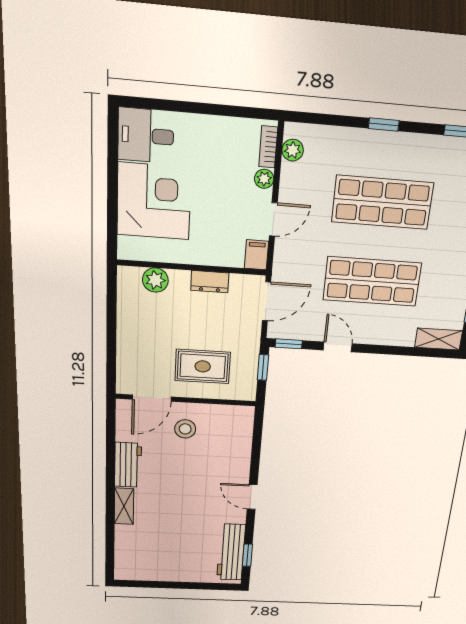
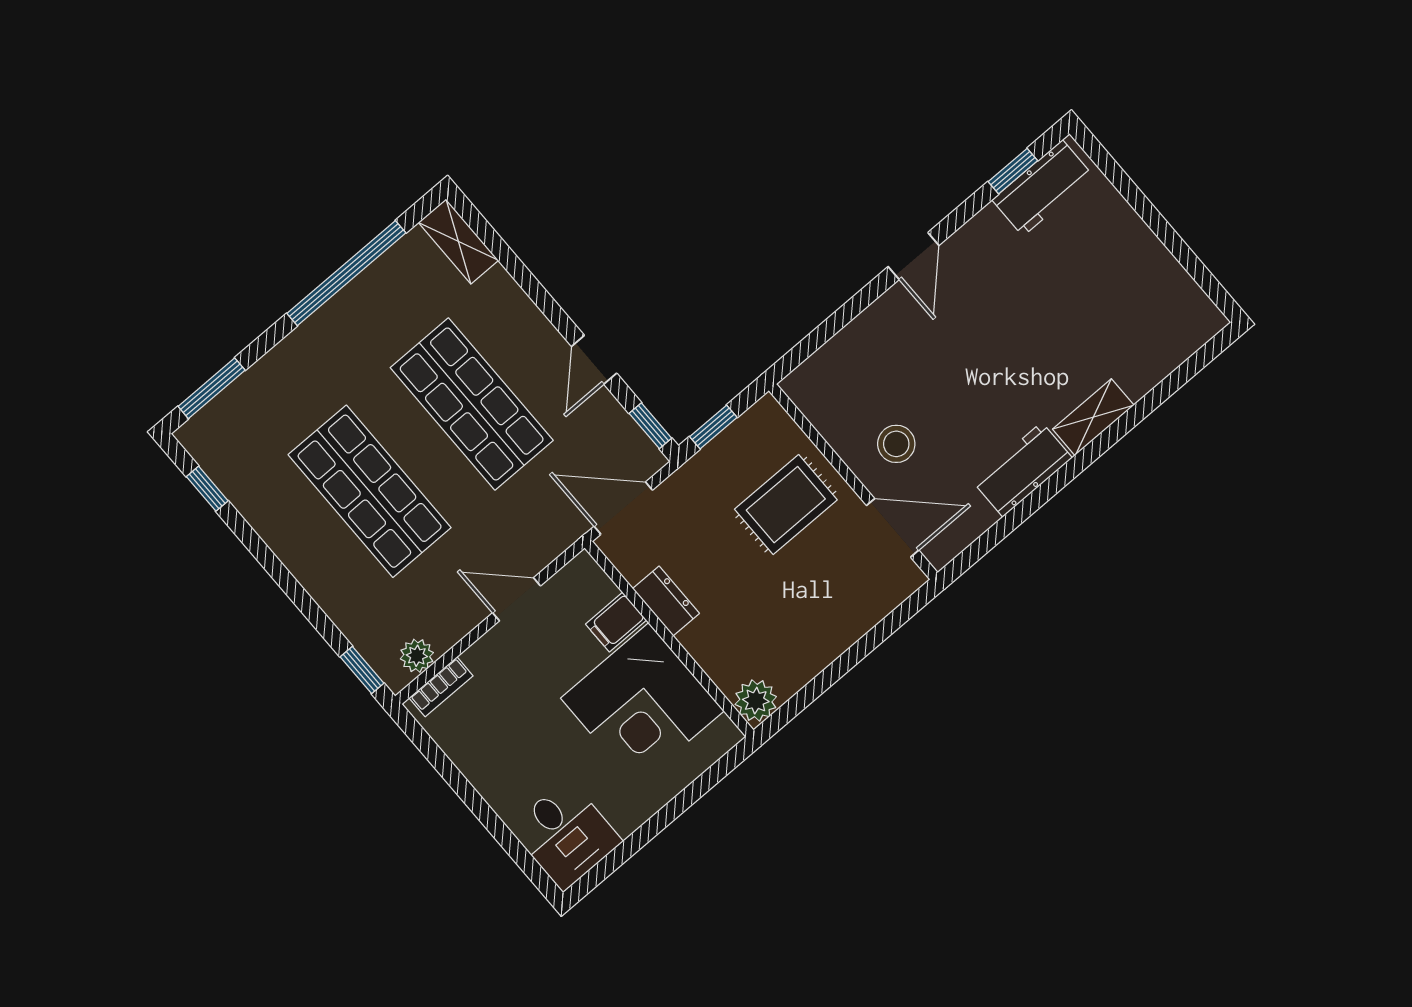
window: (384, 125) -> (362, 670), moved
plant: (264, 179) -> (481, 656), removed
corner desk: (154, 201) -> (642, 705), moved, turned -90
filing cabinet: (256, 255) -> (616, 622), moved
plant: (155, 280) -> (756, 701), moved
rug: (203, 366) -> (786, 505), turned 90
workbench: (231, 552) -> (1043, 188), width x0.73

